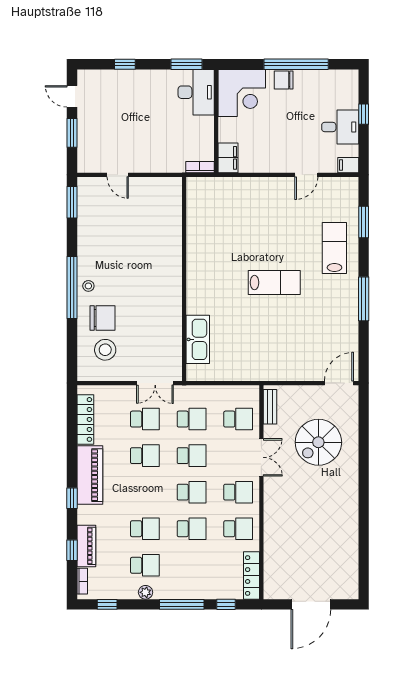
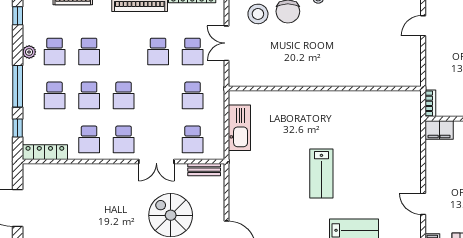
kitchen sink: (198, 339) -> (239, 128), moved, turned -90
double door: (155, 383) -> (227, 43), moved
school desk: (192, 456) -> (55, 95), moved

